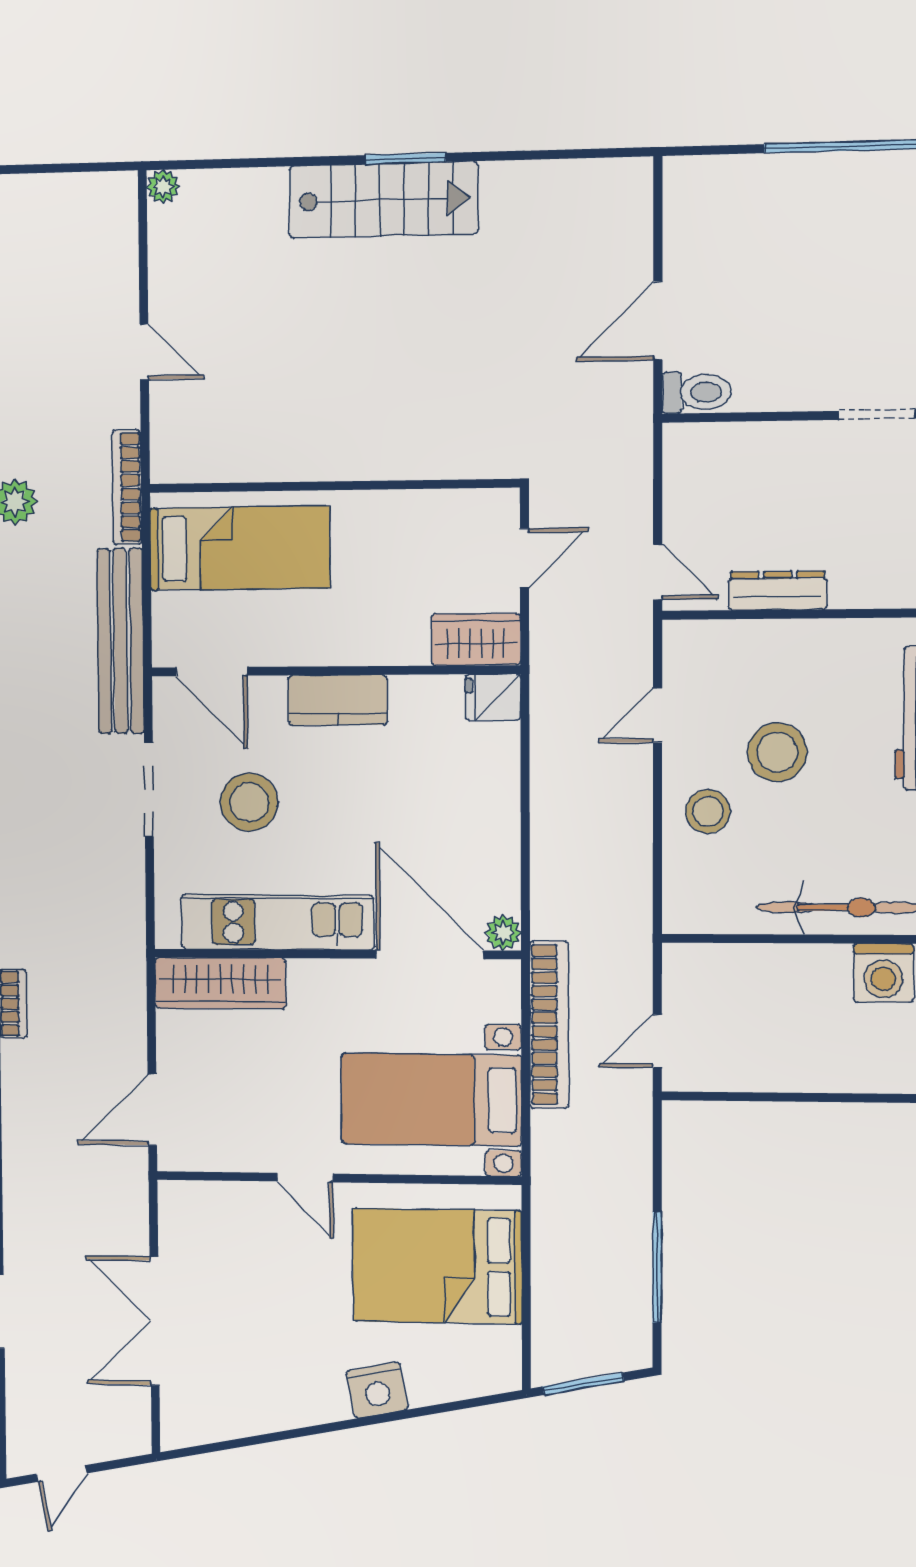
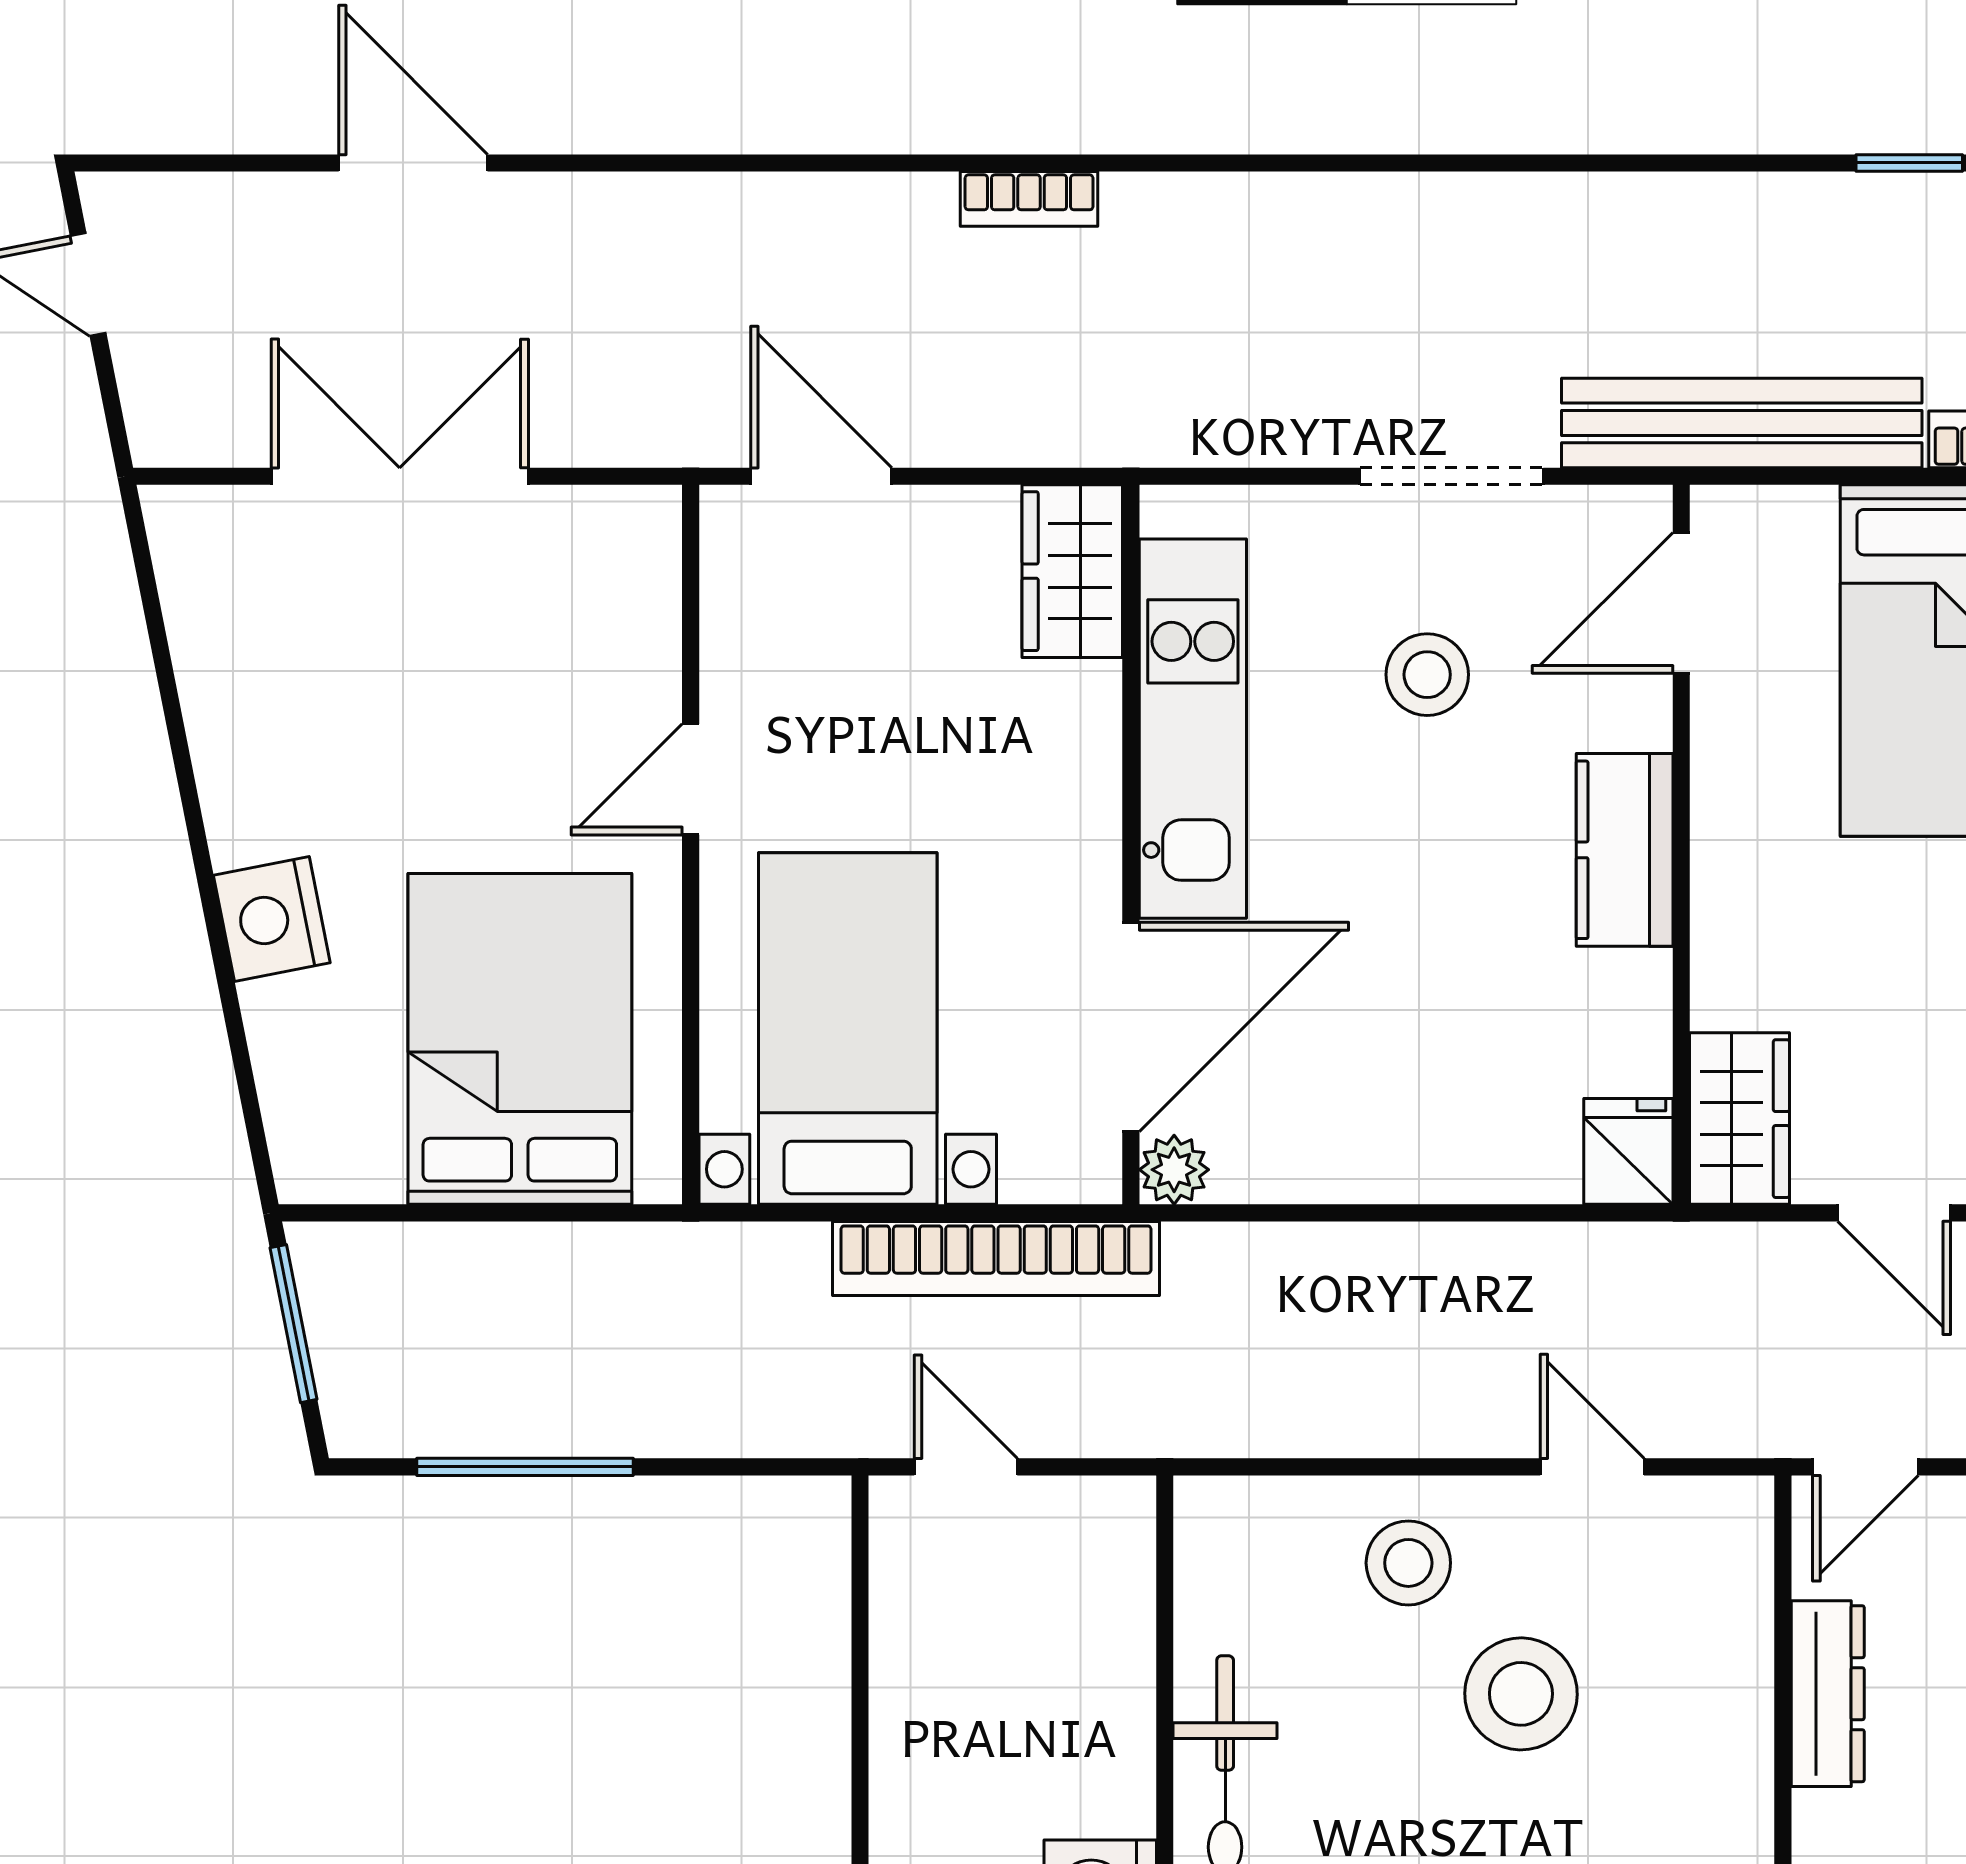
stool: (249, 802) -> (1427, 675), width x0.73, depth x0.73
wardrobe: (220, 983) -> (1072, 571), width x0.67

